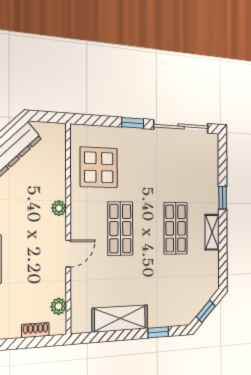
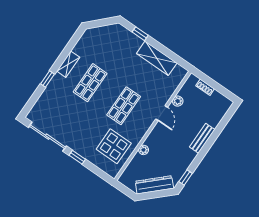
plant: (59, 208) -> (144, 150), moved
door: (68, 254) -> (162, 113), swing flipped
plant: (59, 306) -> (178, 101), moved
window: (206, 311) -> (103, 22), removed

